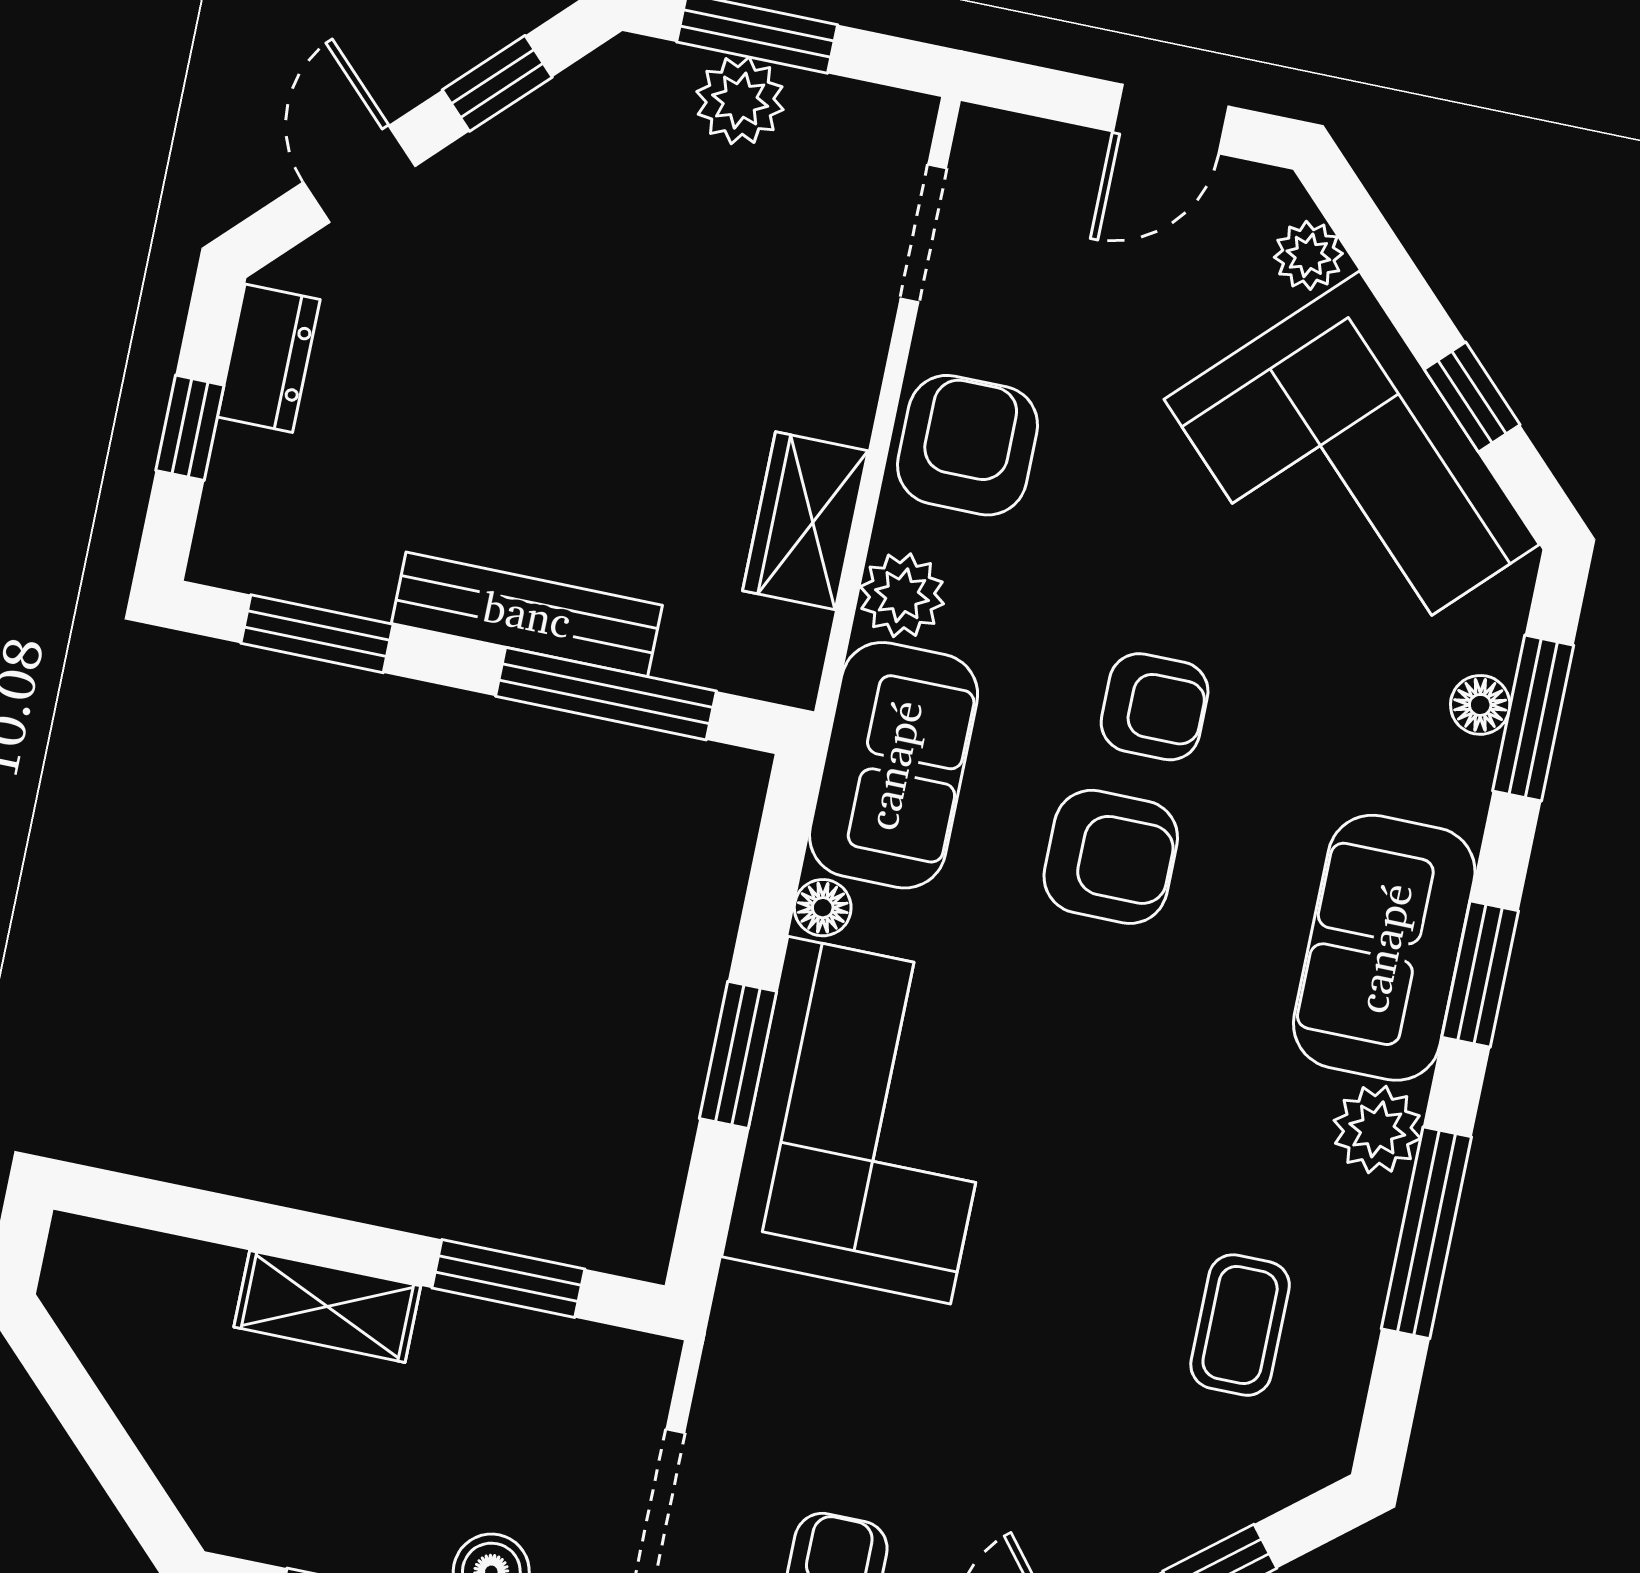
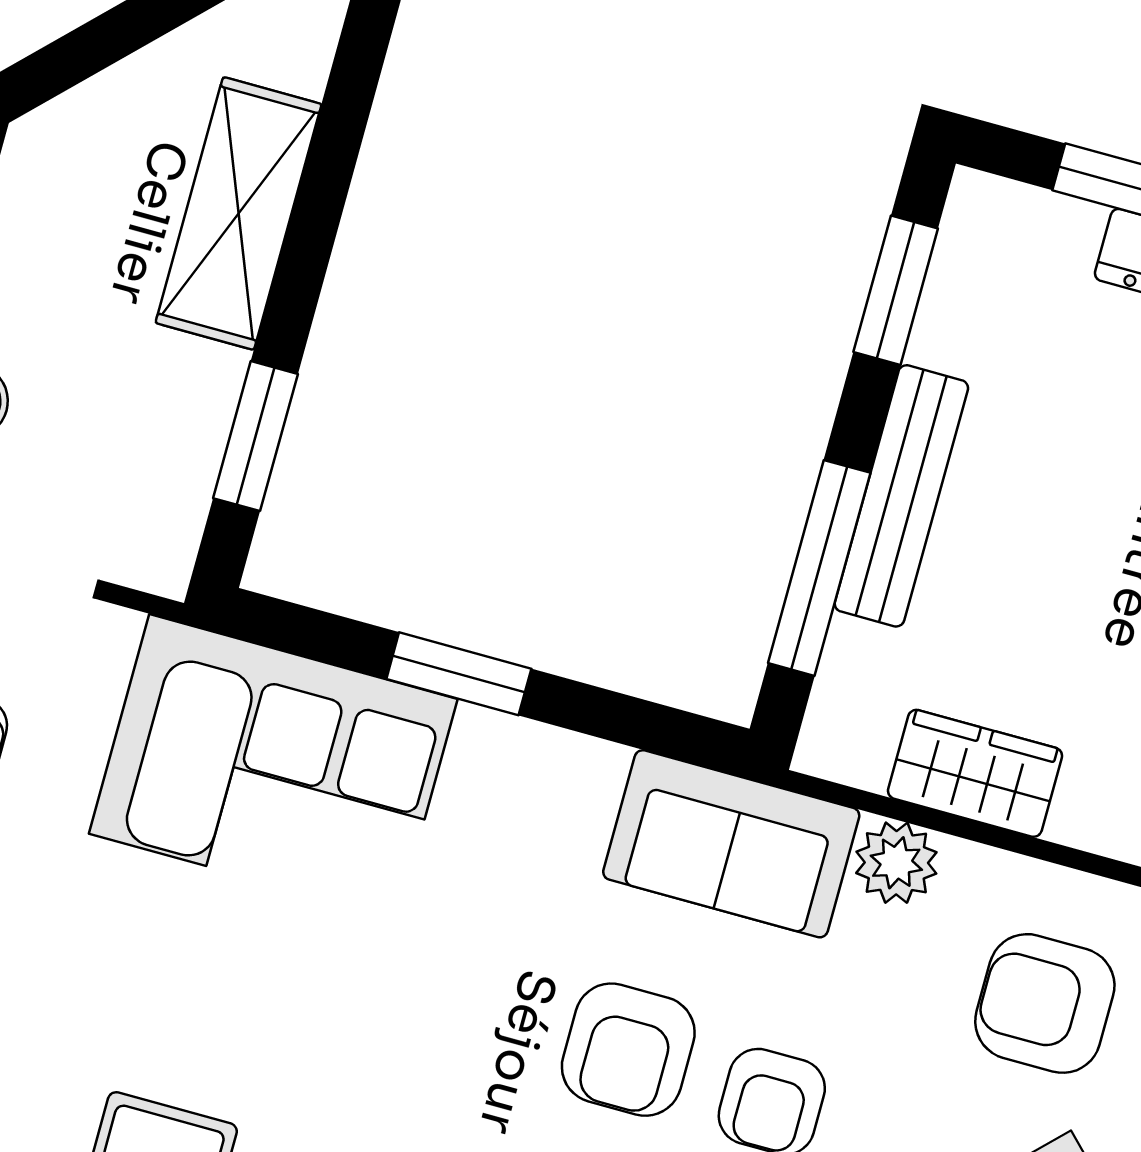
armchair: (968, 445) -> (1045, 1003), moved, turned 180
floor lamp: (823, 908) -> (597, 766), removed
corner sofa: (869, 1120) -> (273, 766), moved
shelving: (327, 1306) -> (238, 213), width x1.50, depth x1.33

